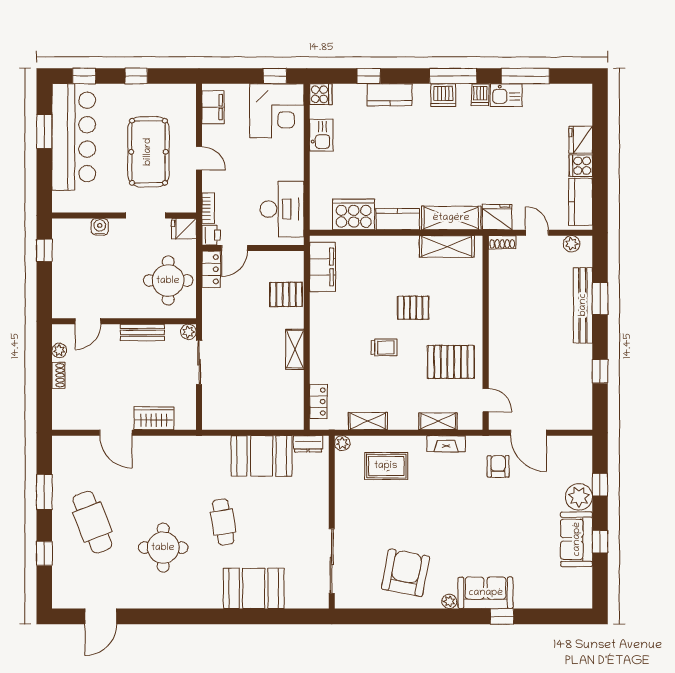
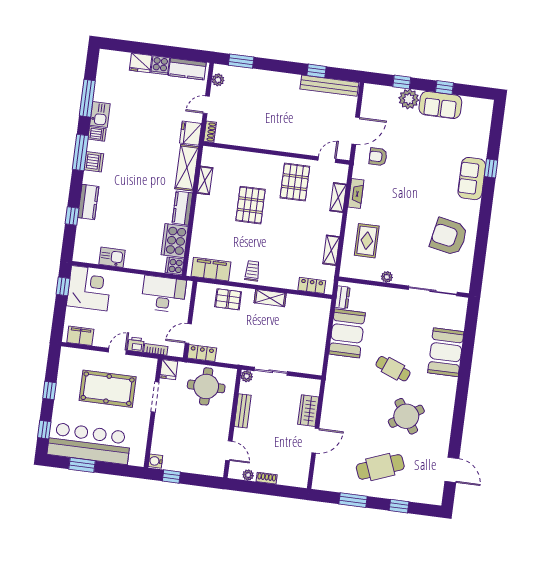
cooker: (321, 94) -> (175, 266), moved, turned -90
water cooler: (100, 227) -> (155, 461), moved
printer: (211, 235) -> (136, 344), moved
shelving: (447, 246) -> (205, 180), width x0.67, depth x0.75
door: (234, 248) -> (188, 333), swing flipped
pallet: (286, 294) -> (228, 299), turned 90
window: (600, 298) -> (241, 61), moved
bench: (583, 305) -> (329, 86), moved
pallet: (413, 308) -> (250, 205), width x1.50, depth x1.42
trolley: (384, 347) -> (252, 271), moved
plant: (342, 443) -> (387, 277), moved
cafe table: (223, 522) -> (393, 369), turned 30
round table: (163, 548) -> (406, 416), turned -33
plant: (449, 601) -> (475, 207), removed

